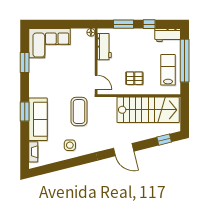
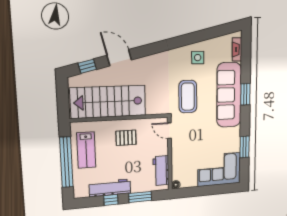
workbench: (168, 35) -> (110, 188), moved, width x1.38
sofa: (38, 119) -> (229, 95), width x1.36, depth x1.27
door: (124, 150) -> (119, 58), moved

